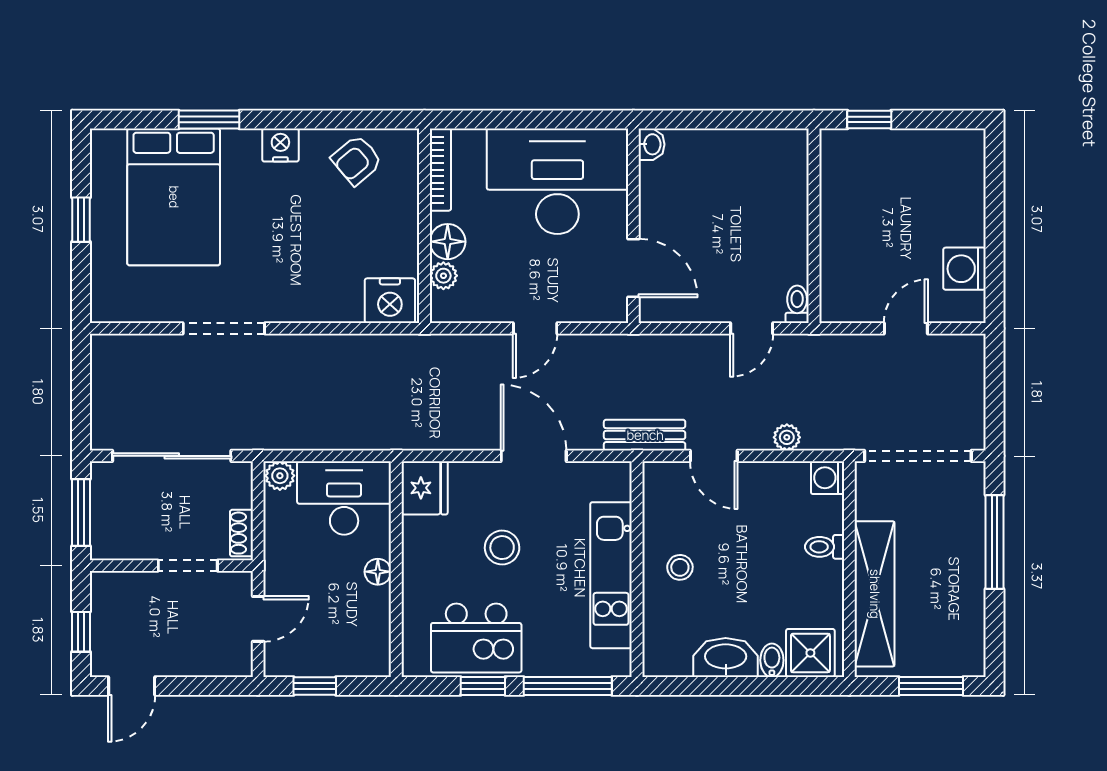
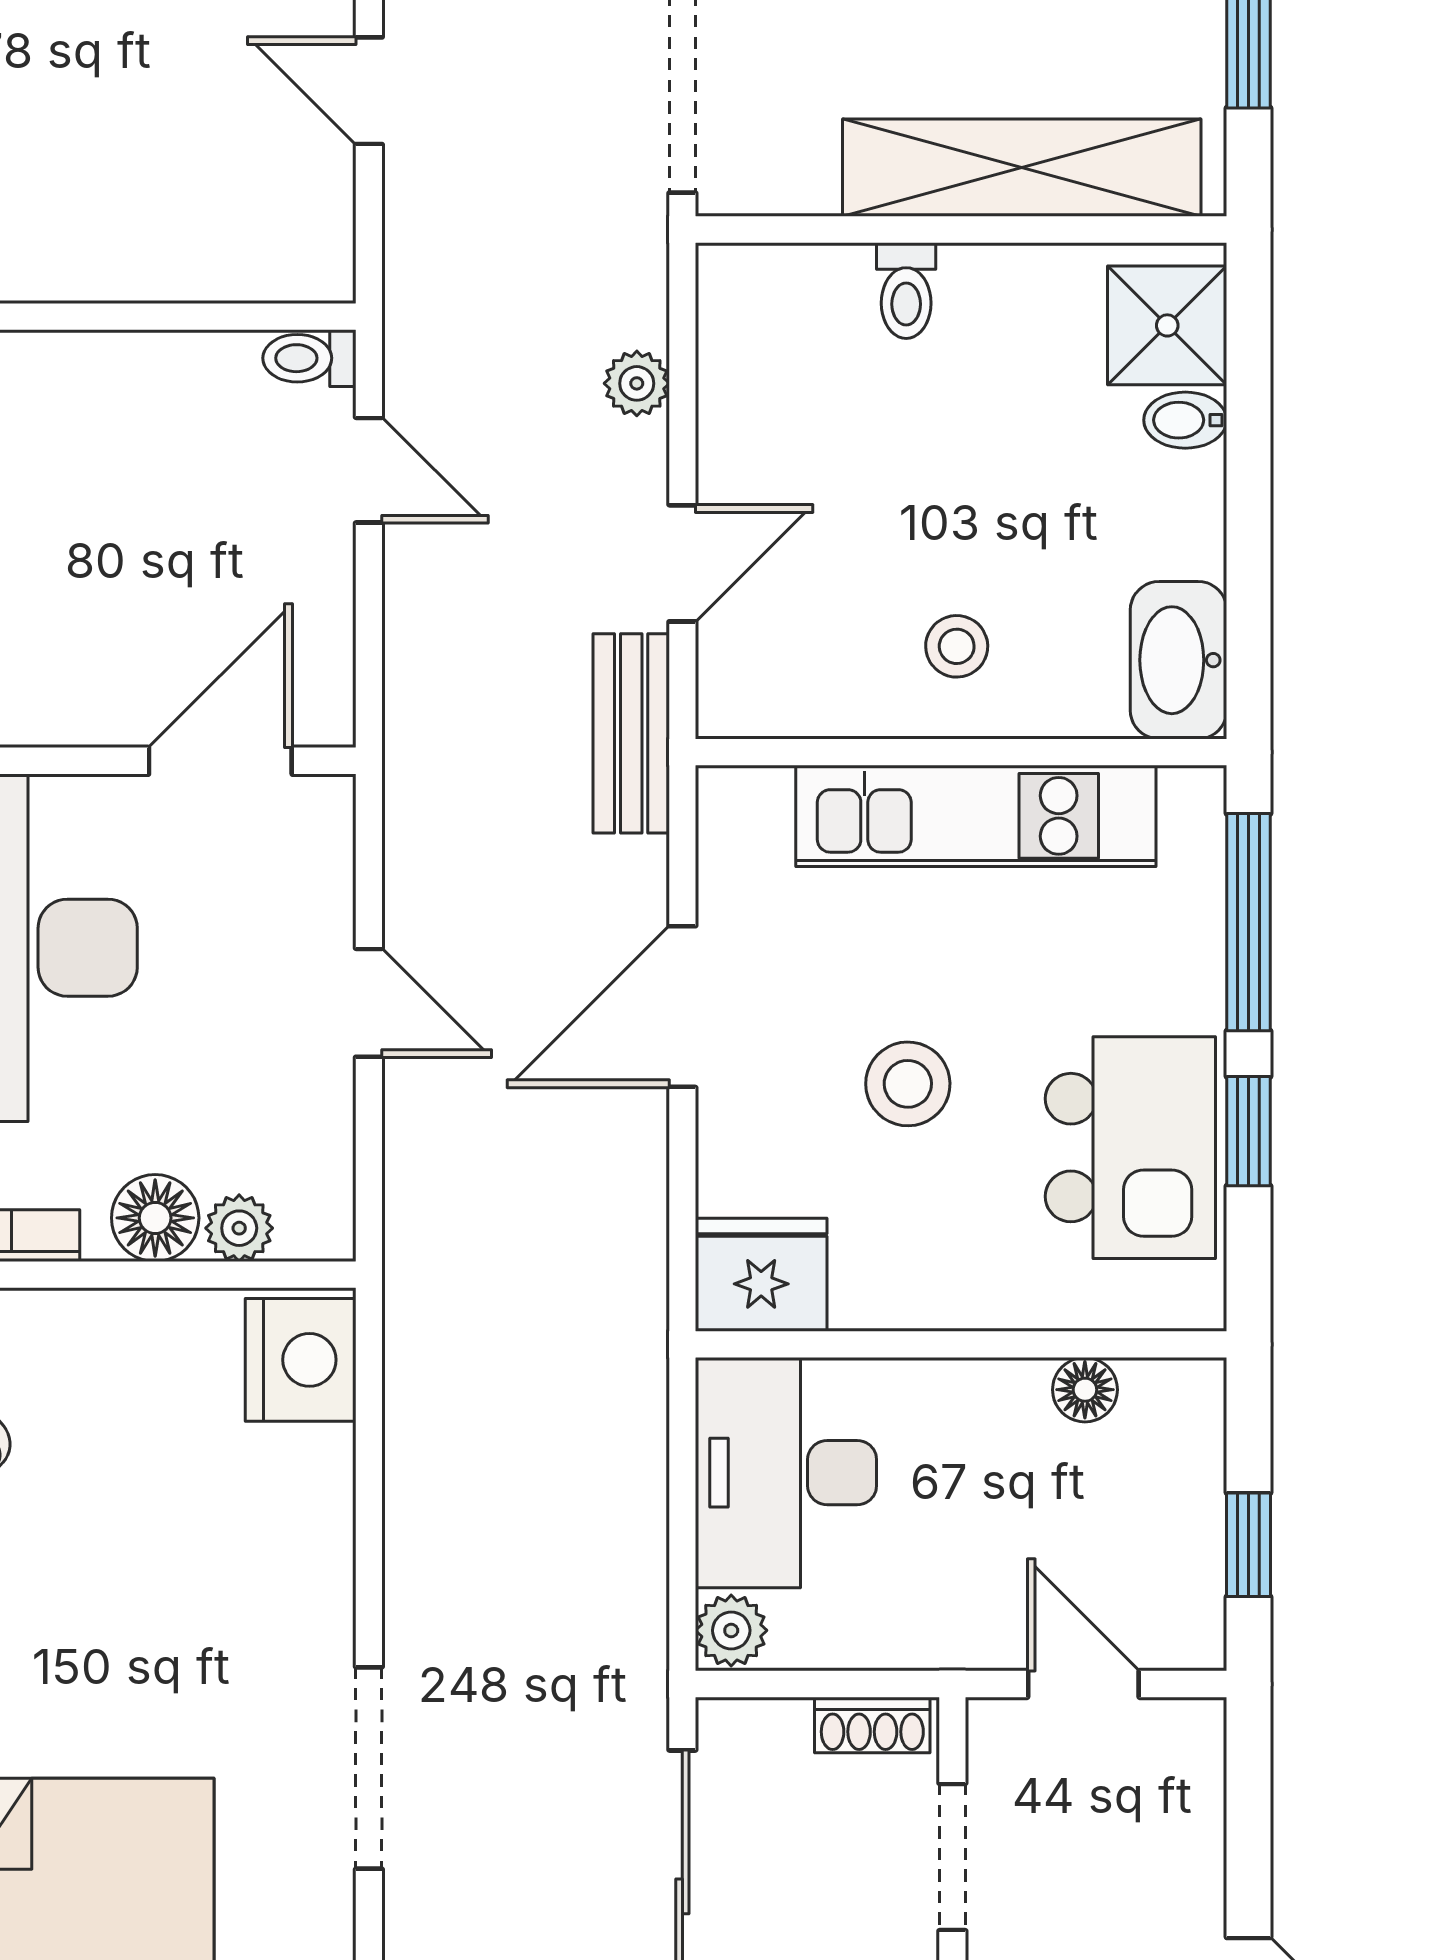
washing machine: (828, 478) -> (736, 283), removed
floor lamp: (378, 572) -> (1085, 1390), moved
washbasin: (726, 658) -> (1179, 660), moved

